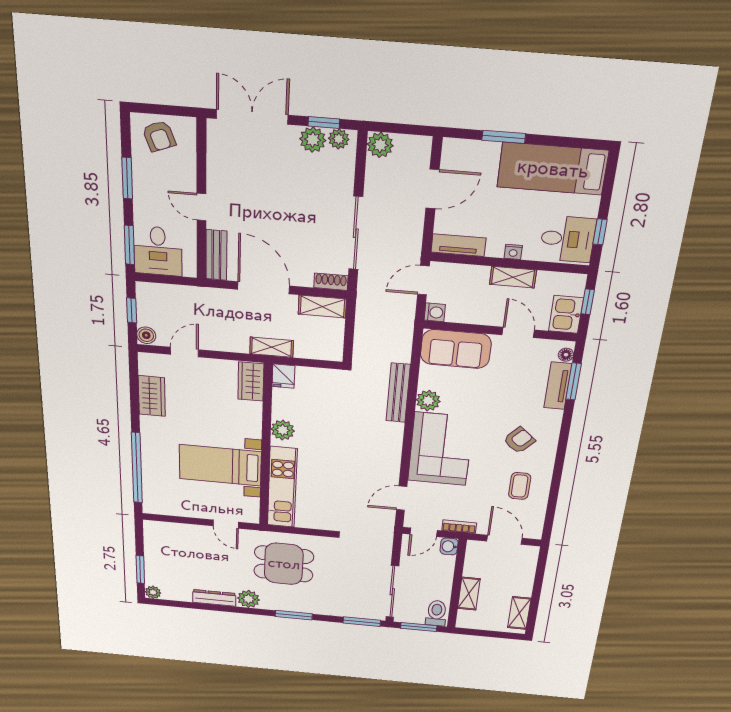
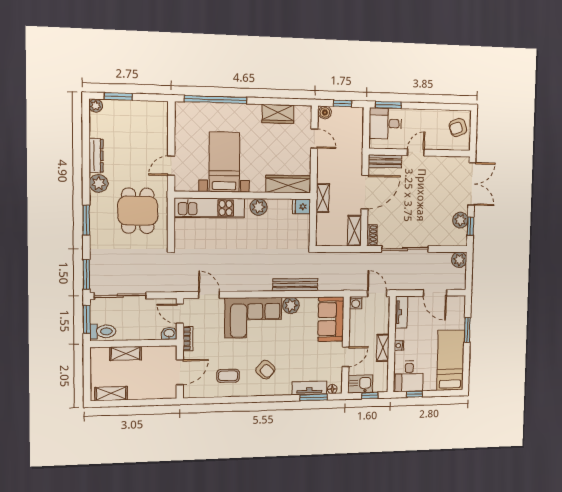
plant: (339, 139) -> (462, 235), removed
window: (127, 178) -> (431, 106), removed
wardrobe: (251, 382) -> (288, 184), width x1.50

